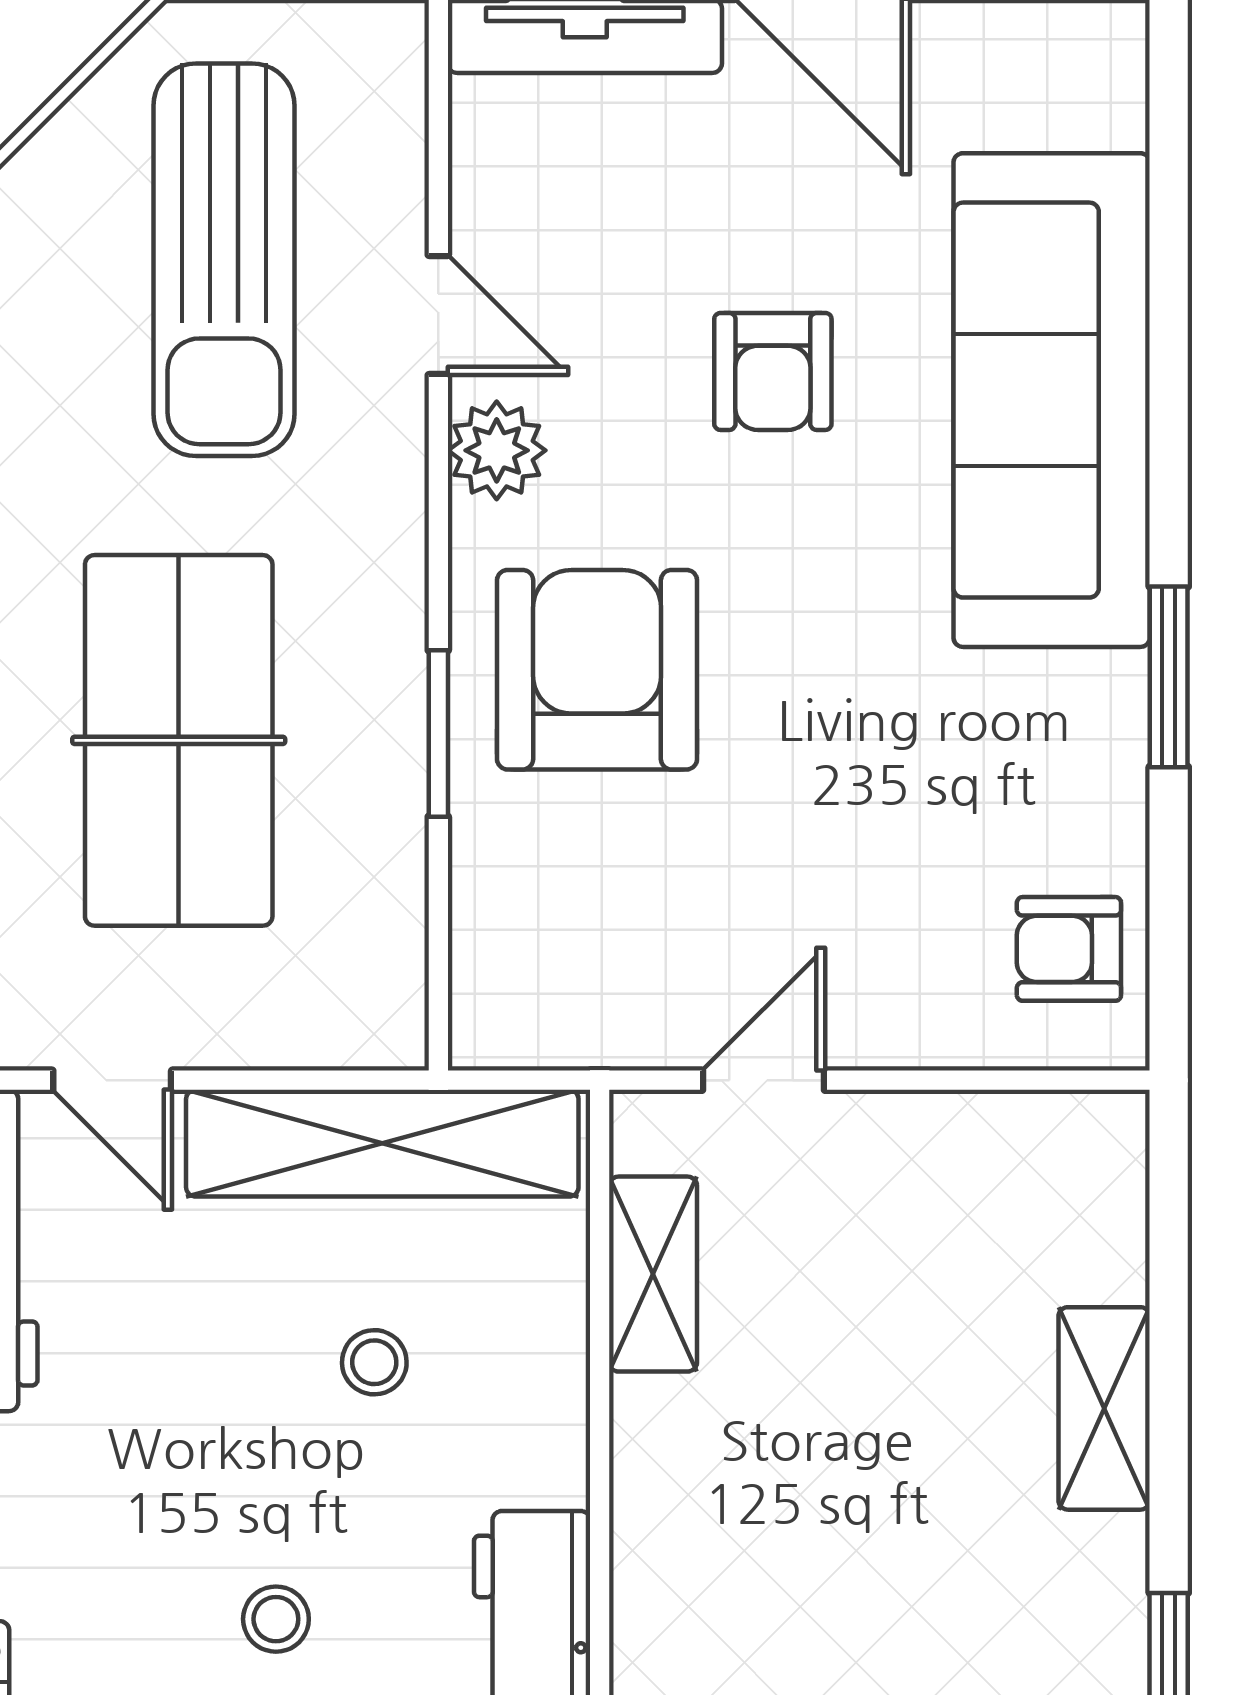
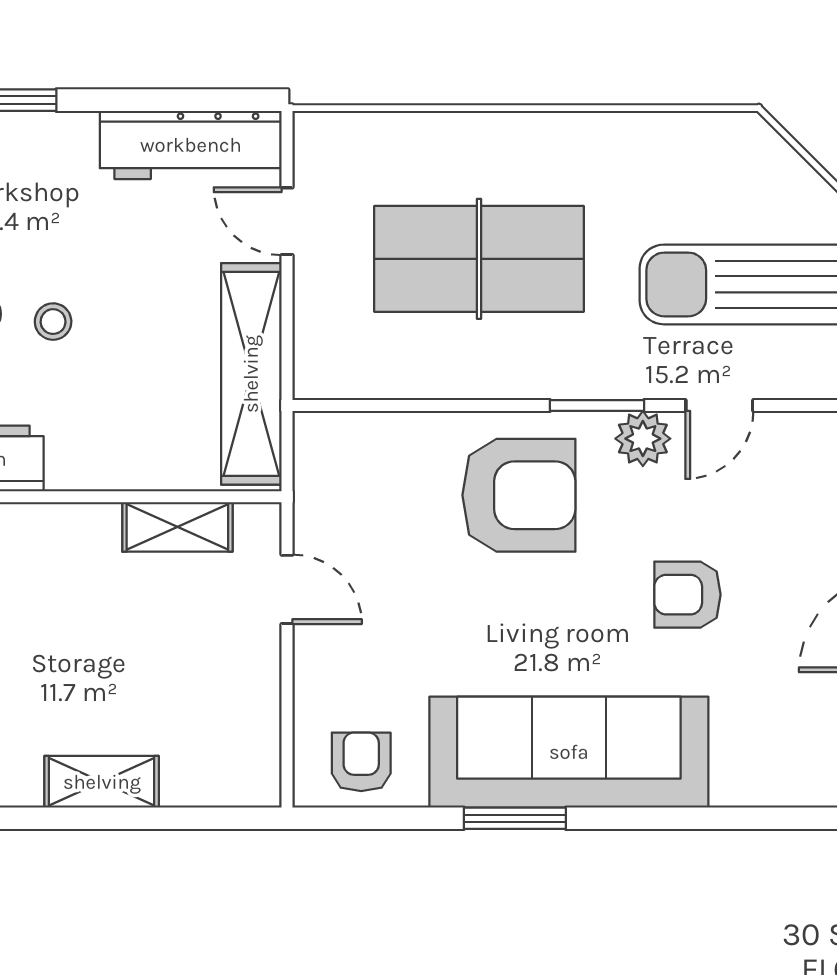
sofa: (1052, 400) -> (569, 752), moved
window: (438, 734) -> (597, 406), moved
door: (112, 1080) -> (287, 221), hinge flipped
stool: (374, 1362) -> (53, 322), moved

